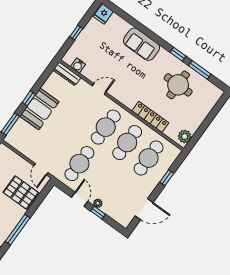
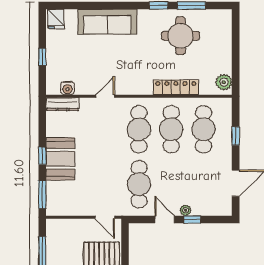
sofa: (141, 44) -> (107, 22), width x1.36

